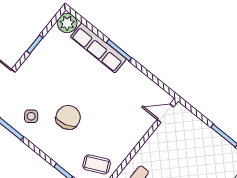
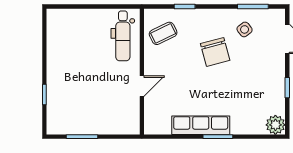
row of seats: (98, 48) -> (201, 125), moved
door: (165, 113) -> (142, 86), moved

